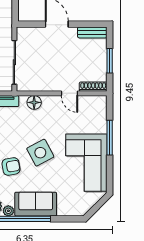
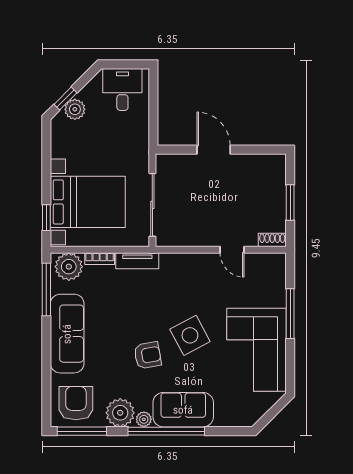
bench: (92, 32) -> (265, 162), removed
shoe rack: (93, 87) -> (272, 240), width x0.70
floor lamp: (34, 102) -> (181, 263), removed

